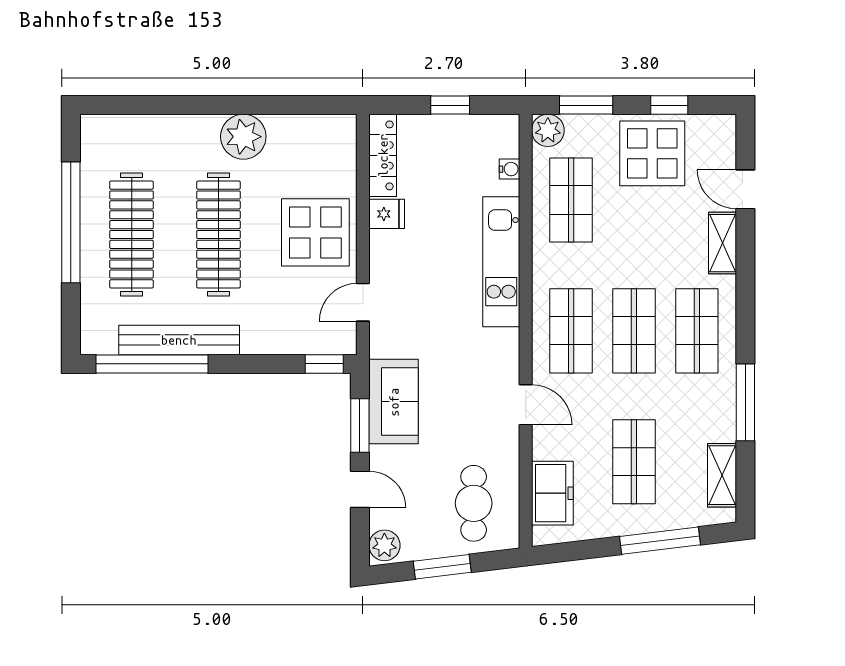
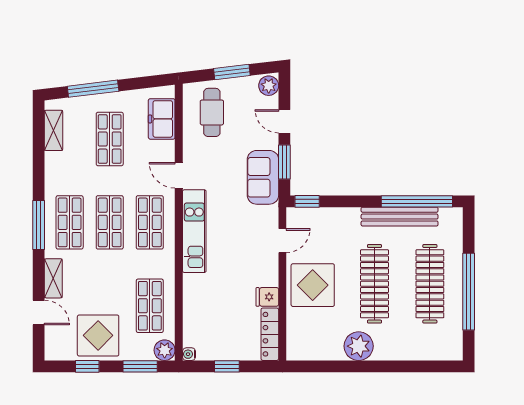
water cooler: (509, 169) -> (189, 354), moved
kitchen unit: (501, 262) -> (194, 231), moved
window: (745, 402) -> (39, 225), moved

